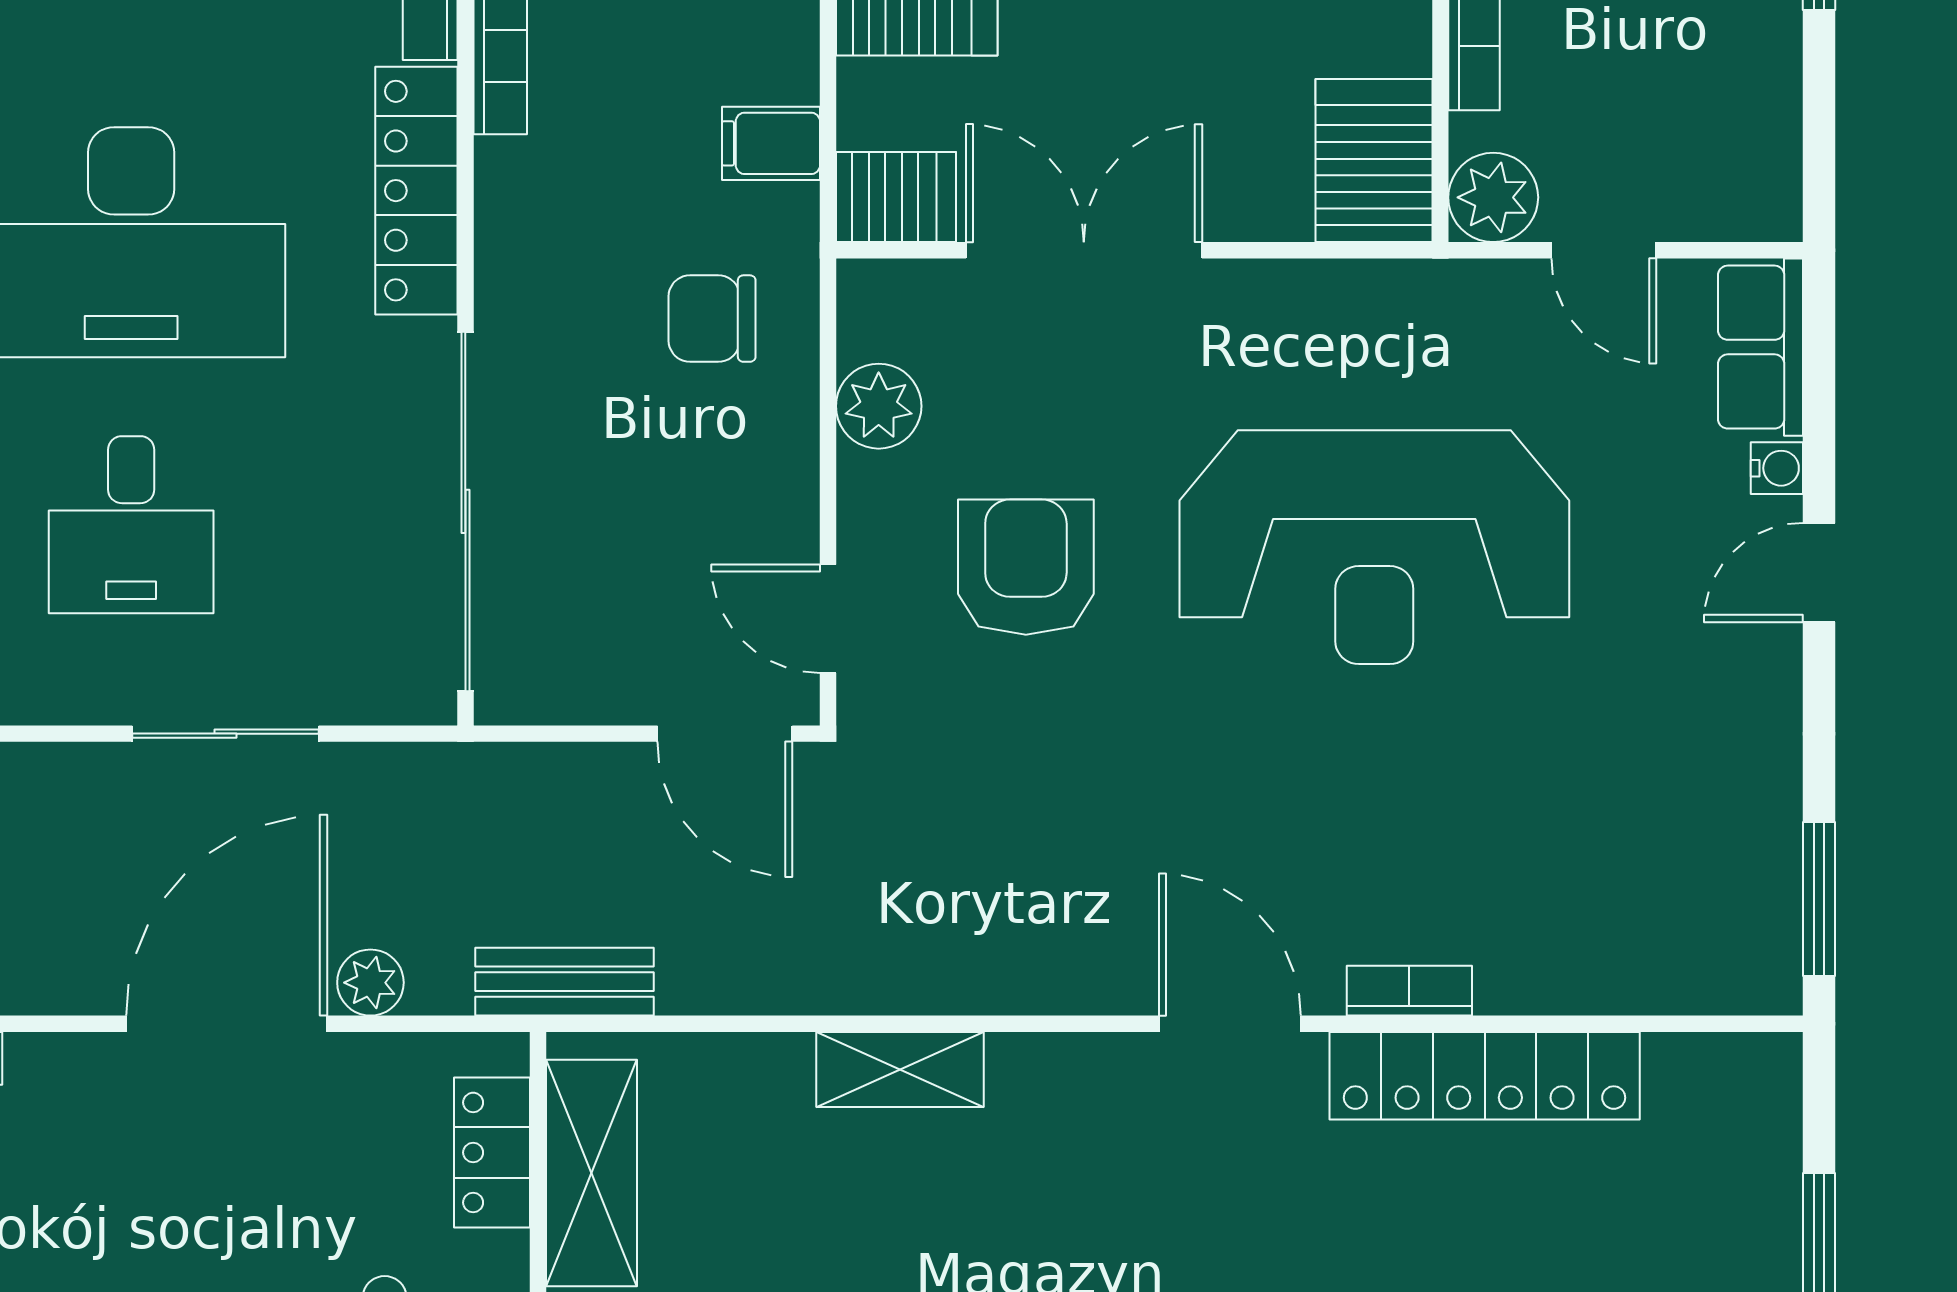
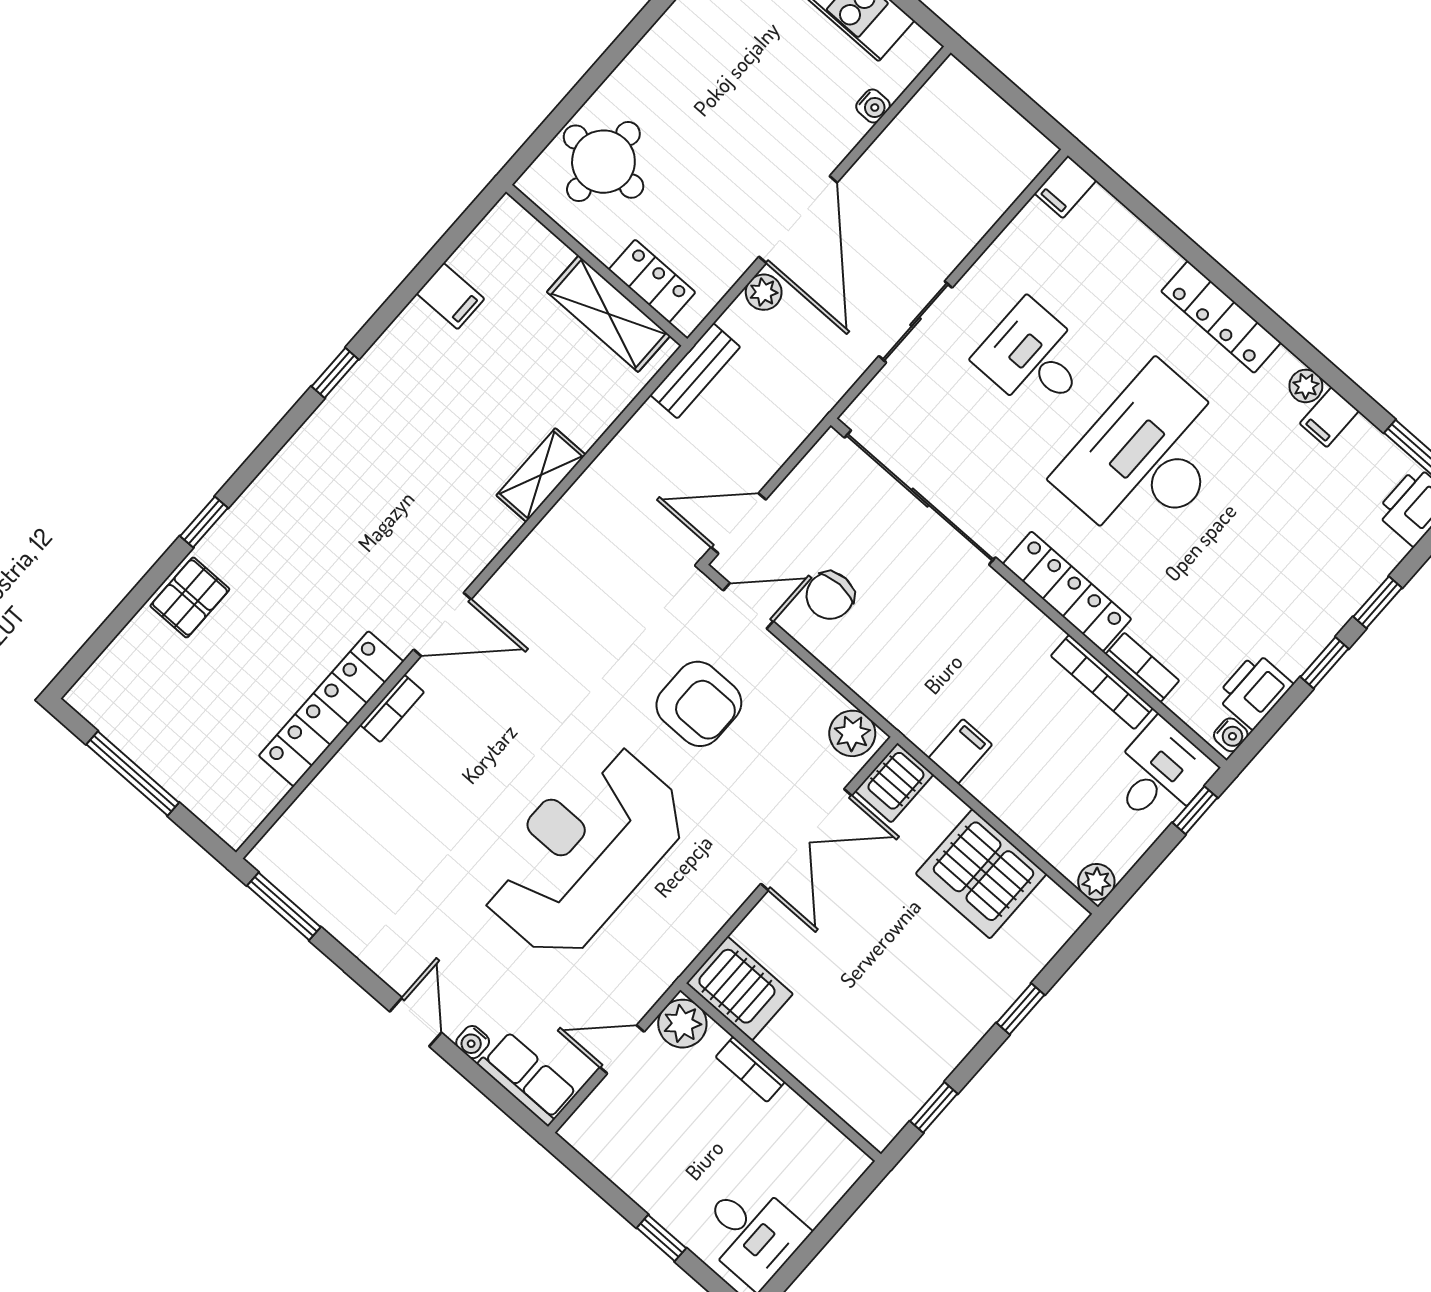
chair: (712, 319) -> (830, 596), moved, turned 180
plant: (879, 406) -> (852, 733), moved

